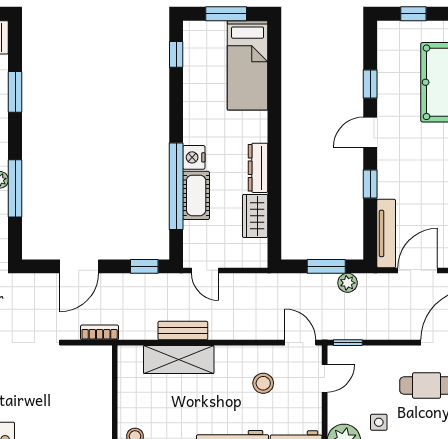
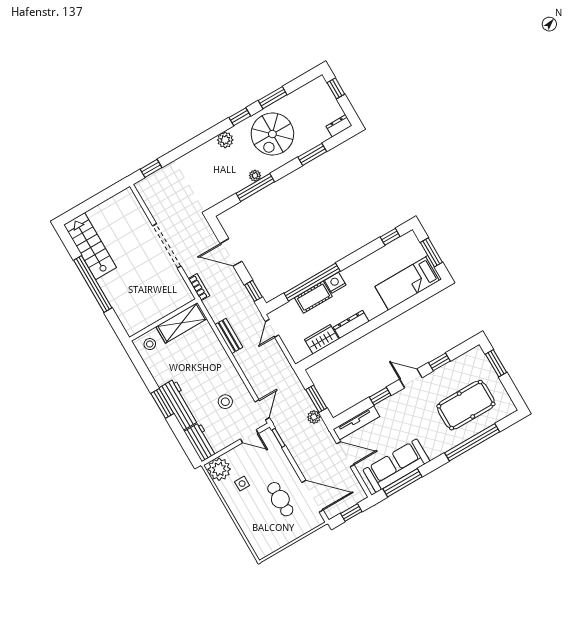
window: (413, 14) -> (496, 363), width x1.50
shelving: (179, 359) -> (182, 323), moved, turned 90

